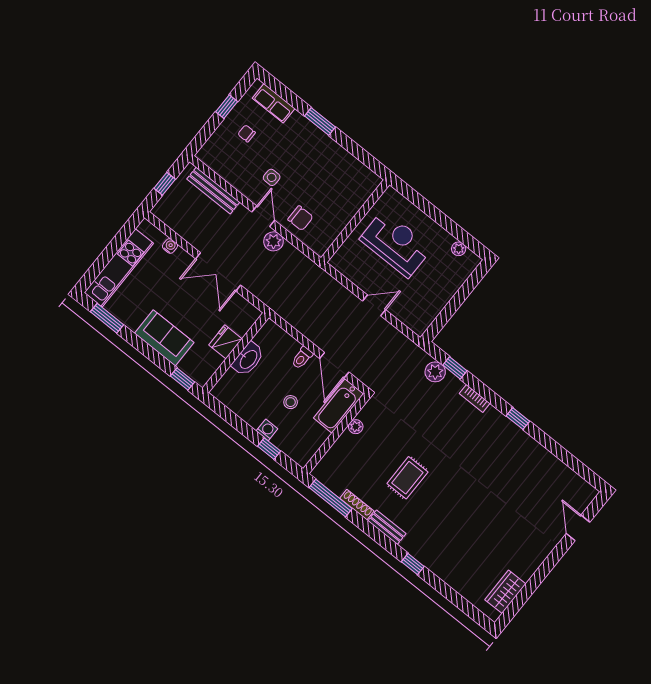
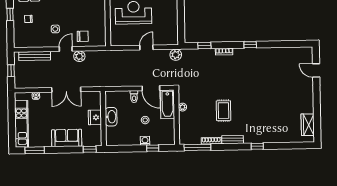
door: (263, 216) -> (66, 49), hinge flipped
plant: (435, 372) -> (176, 55), moved

